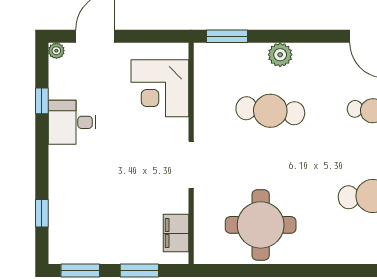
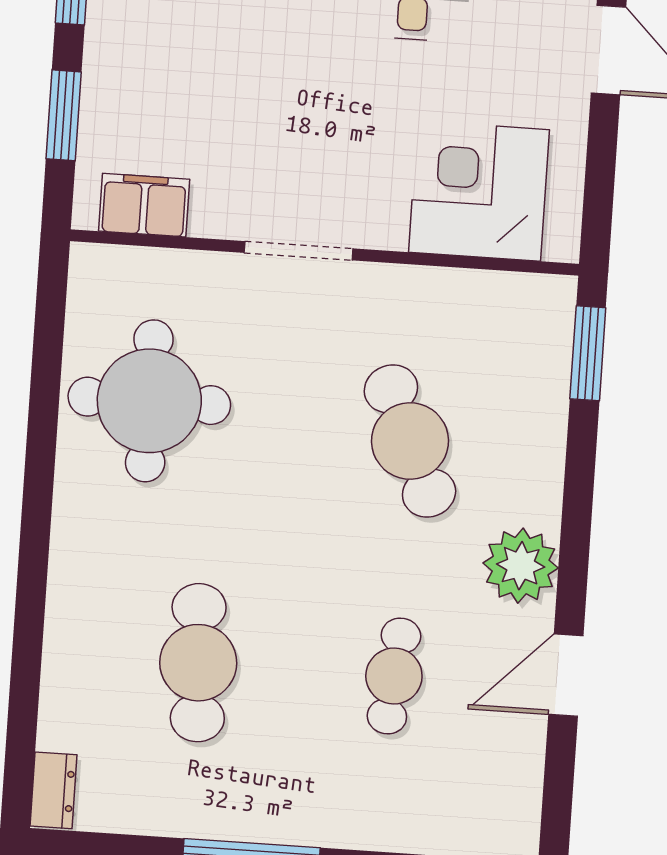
plant: (280, 55) -> (521, 566), moved, width x1.36, depth x1.36
cafe table: (270, 111) -> (410, 441), turned -30

